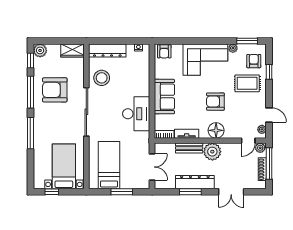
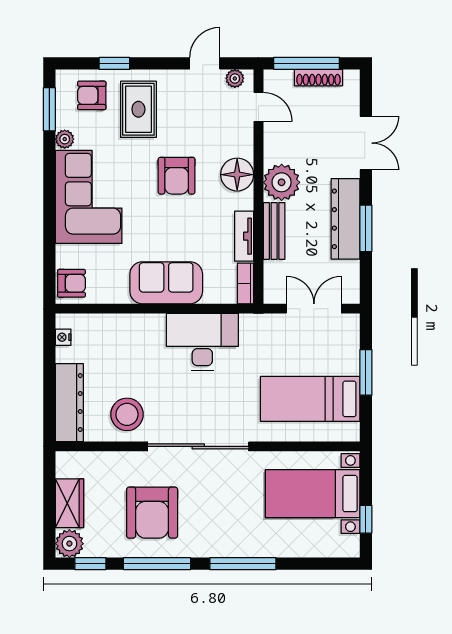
wardrobe: (72, 50) -> (70, 503), moved
plant: (260, 148) -> (274, 82), removed

